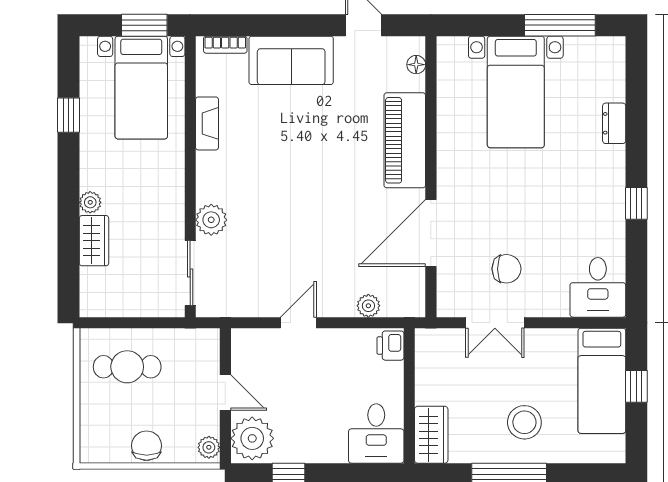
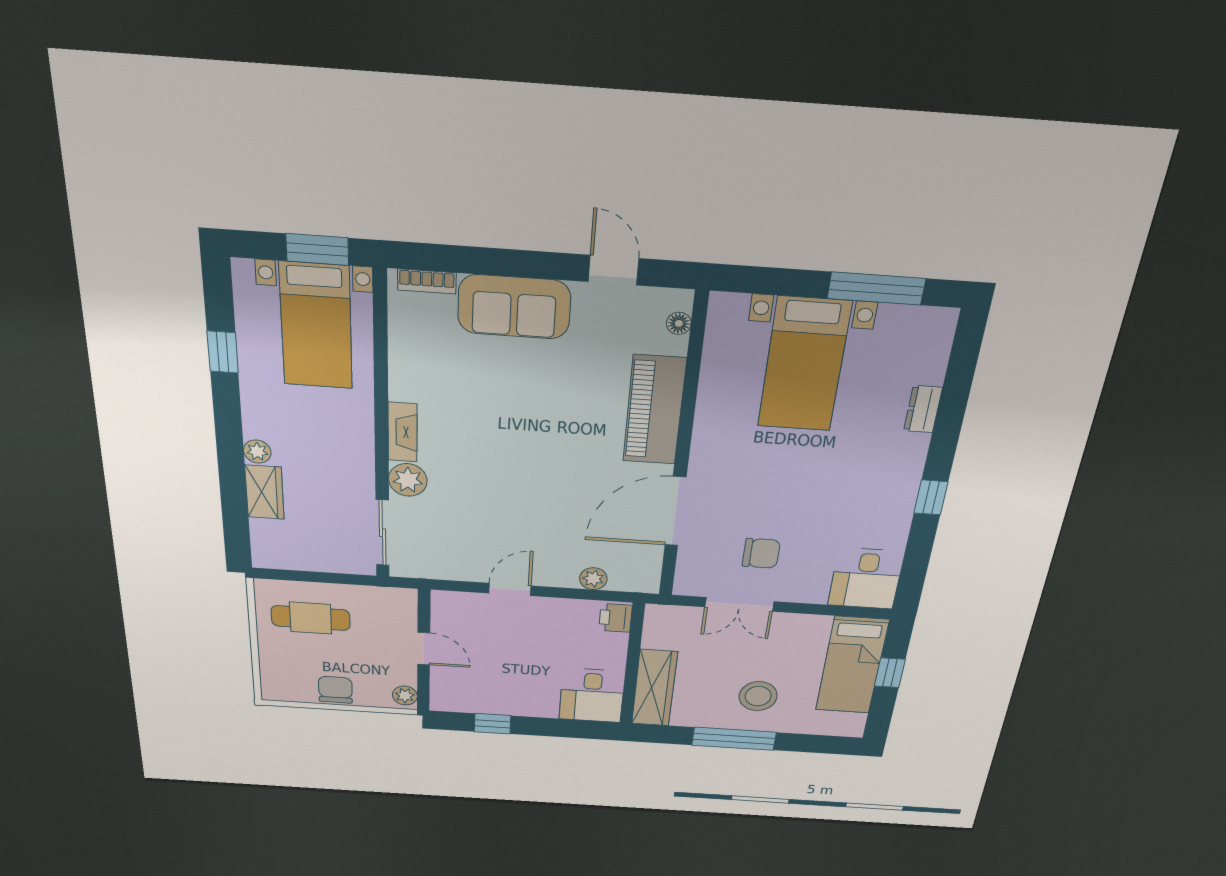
fireplace: (207, 123) -> (403, 432), moved
wardrobe: (431, 435) -> (654, 688), width x1.50
plant: (252, 438) -> (453, 691), removed

